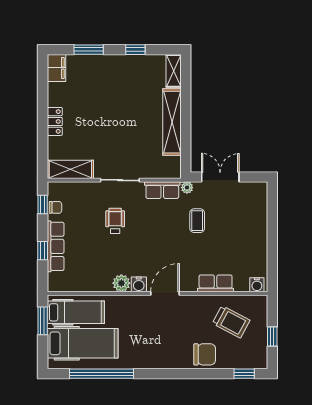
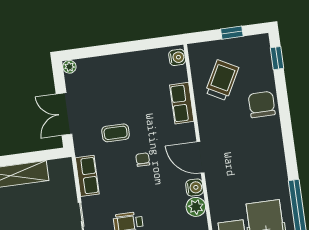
plant: (187, 188) -> (69, 67), moved
chair: (170, 242) -> (143, 160), added

